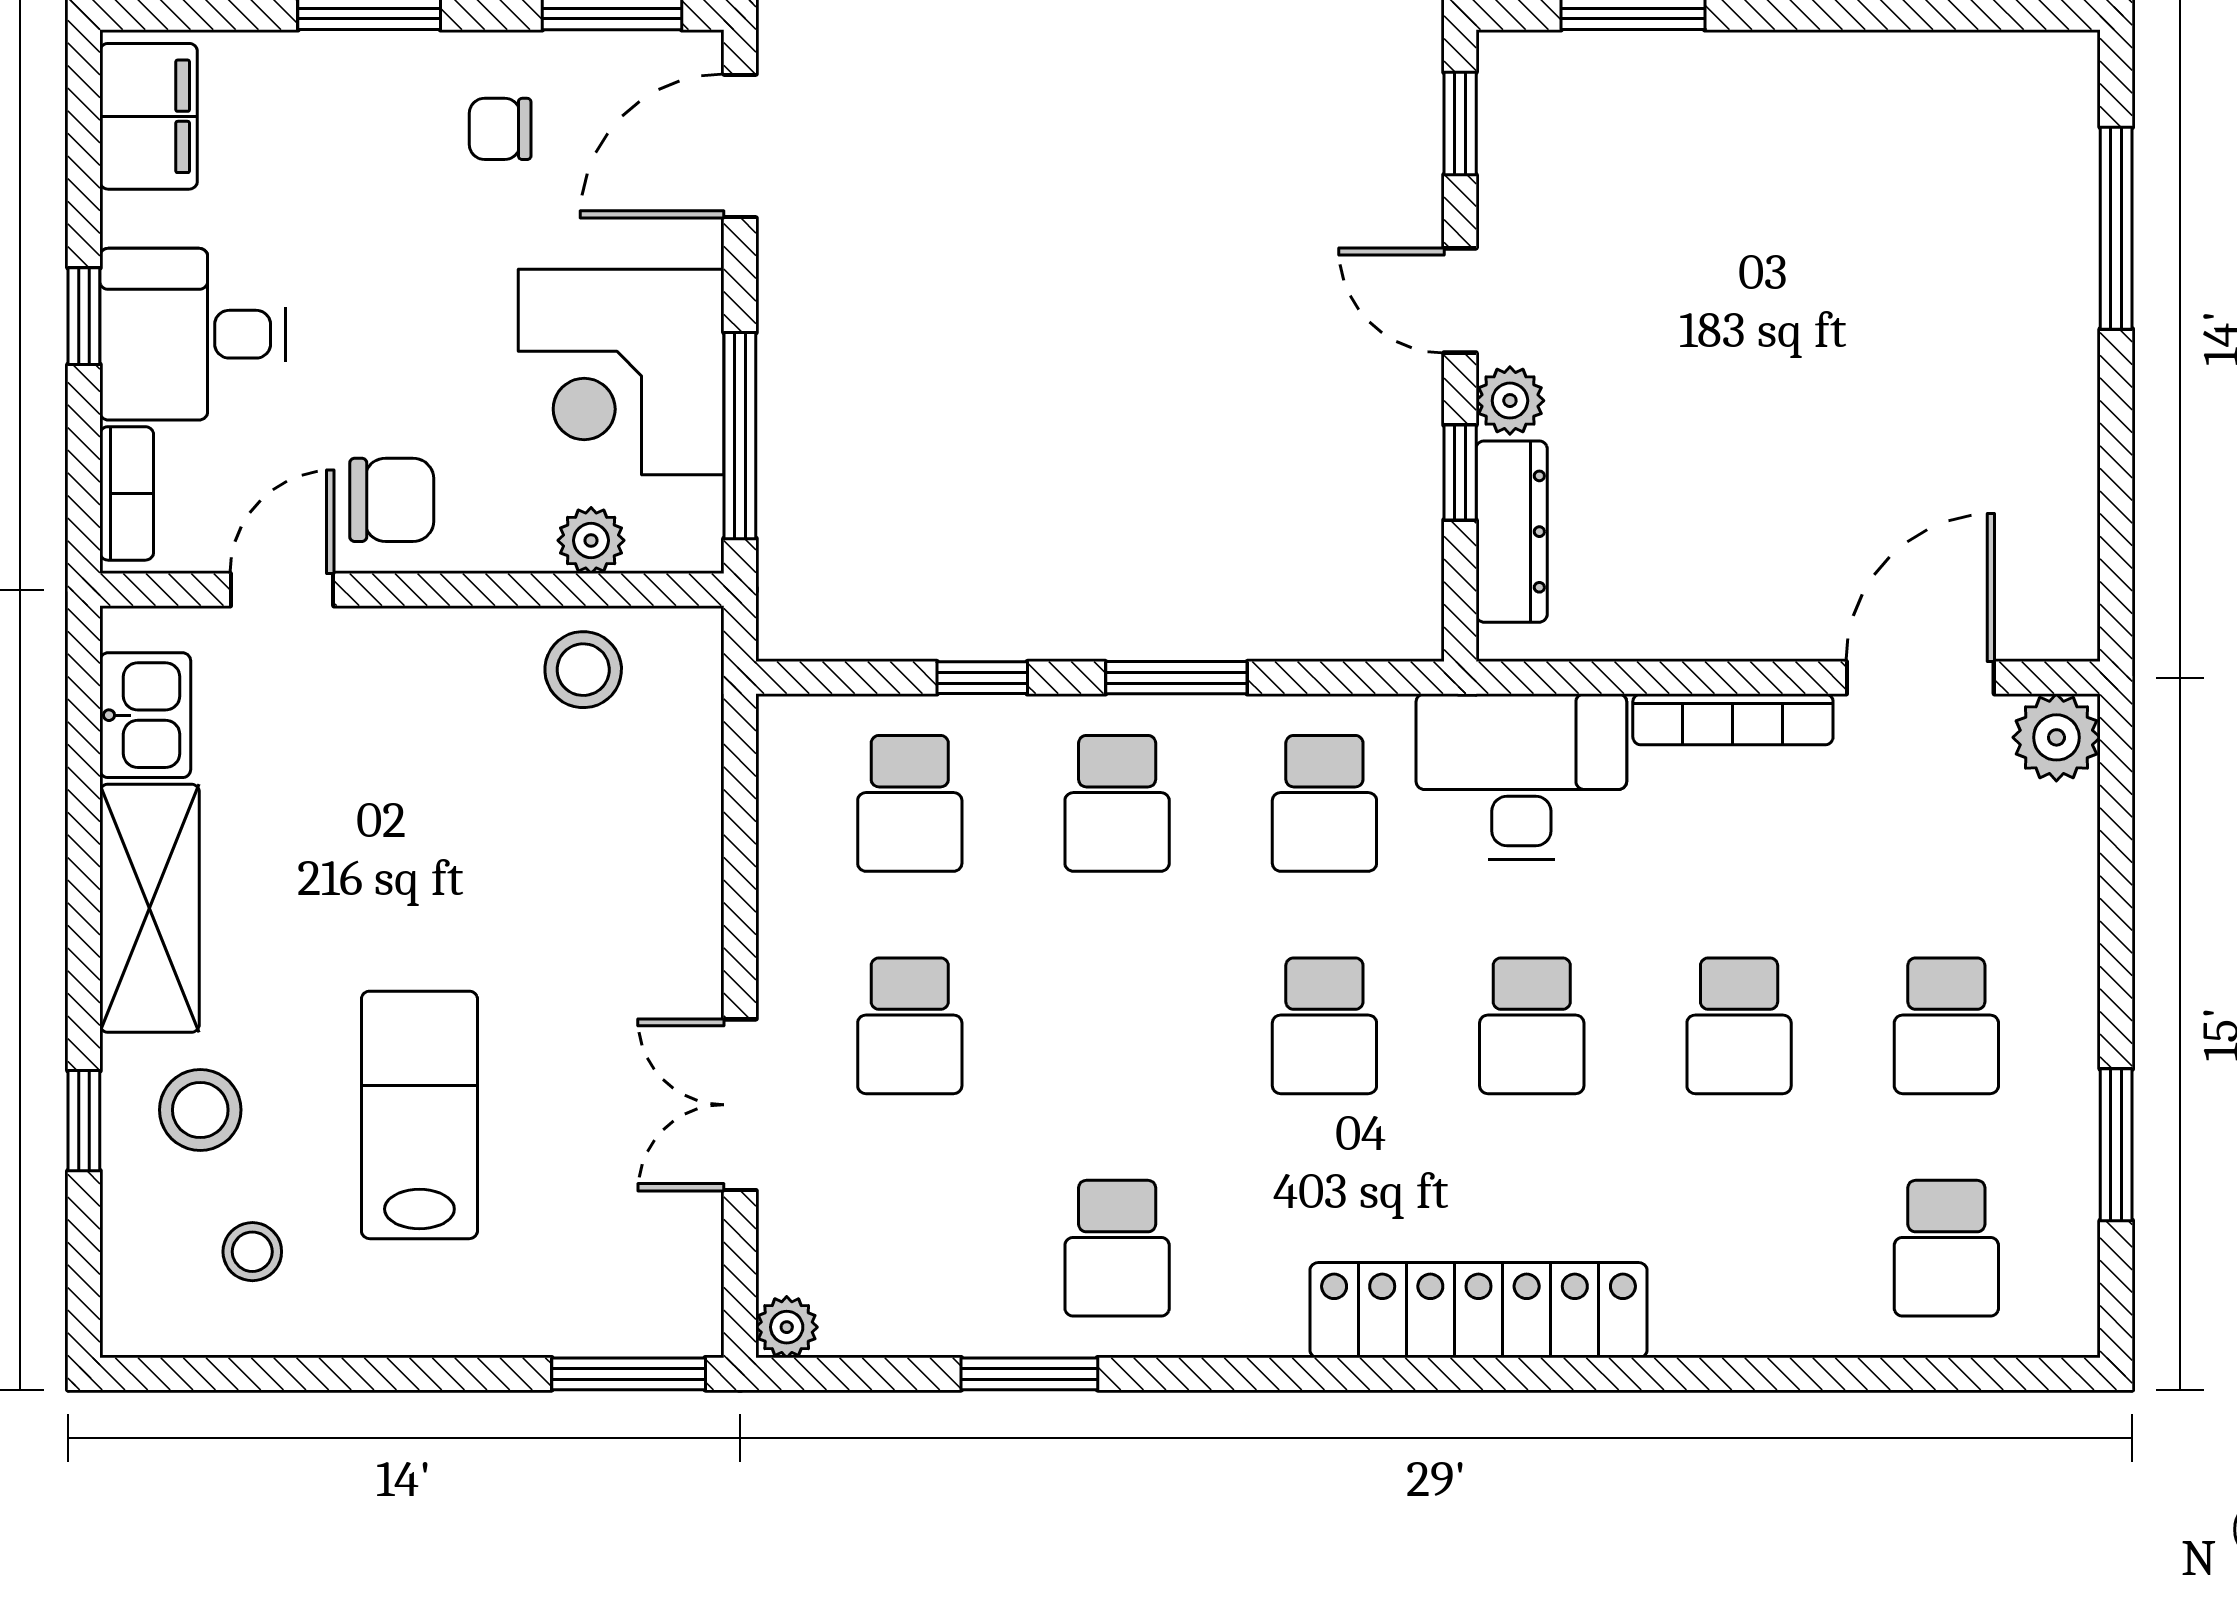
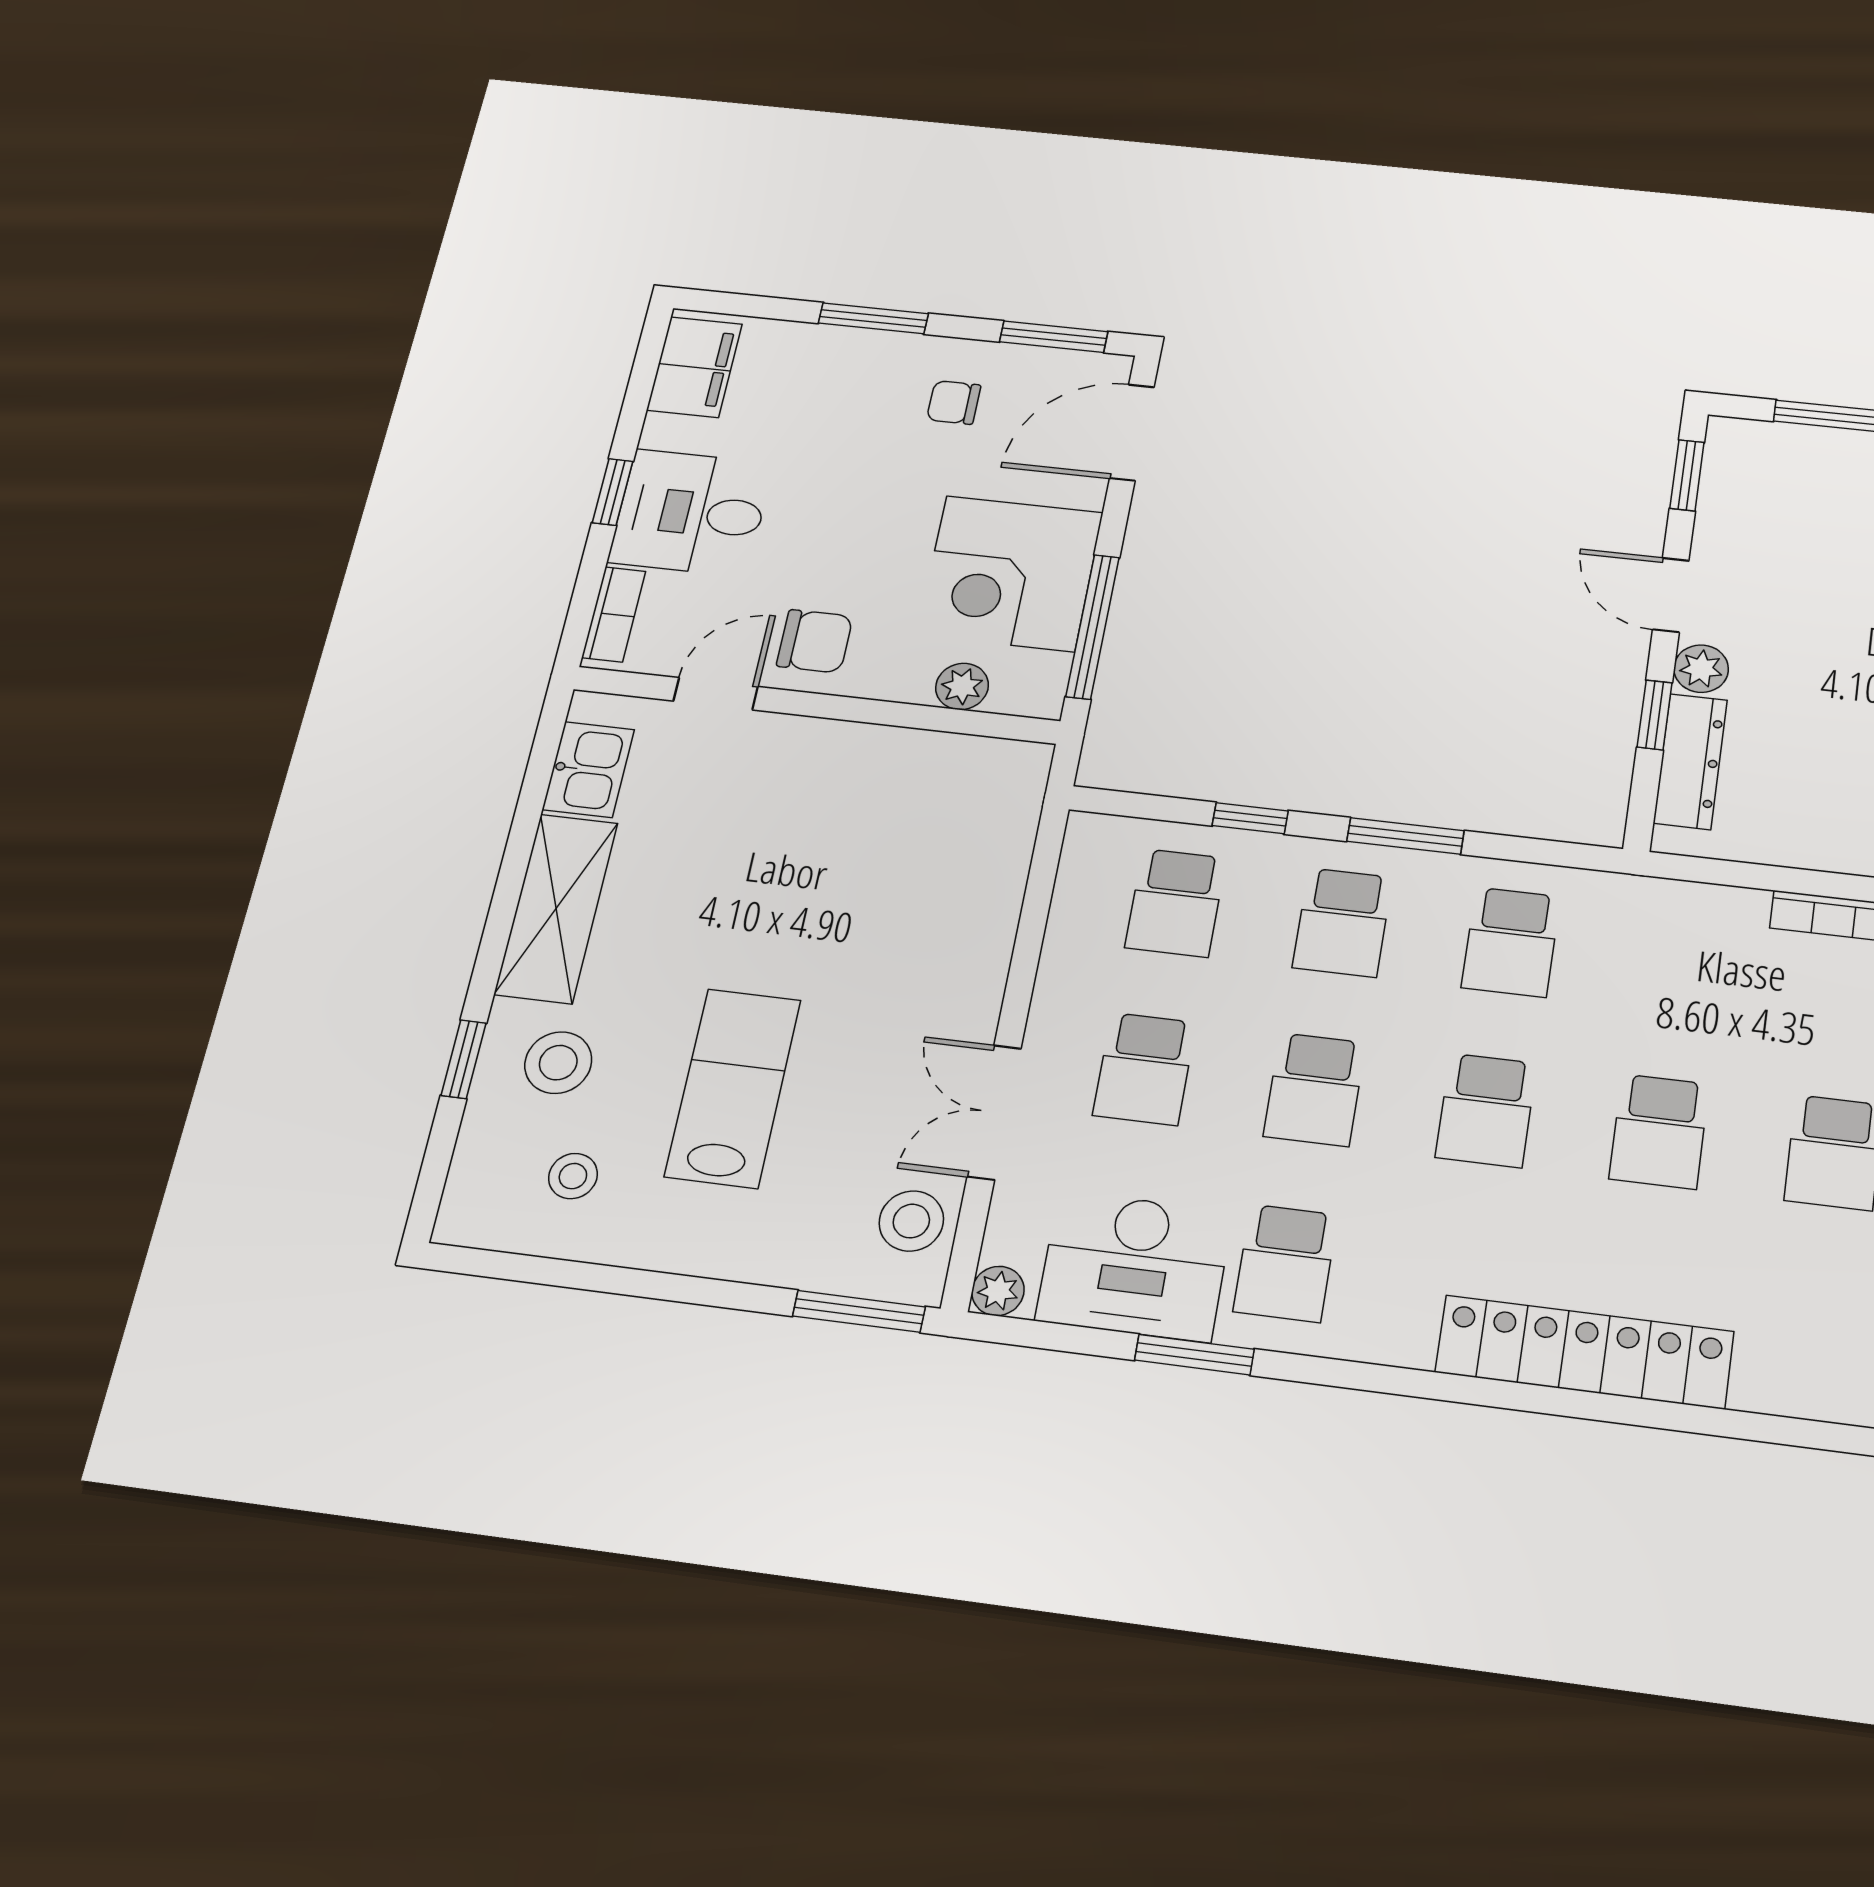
stool: (583, 670) -> (911, 1221), moved
desk: (1521, 776) -> (1134, 1266), moved, turned 180
school desk: (1117, 1026) -> (1315, 1089), added

